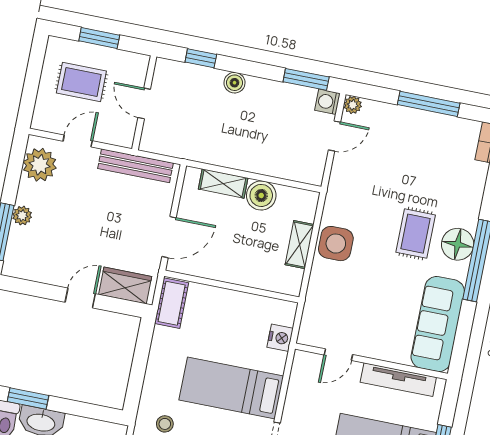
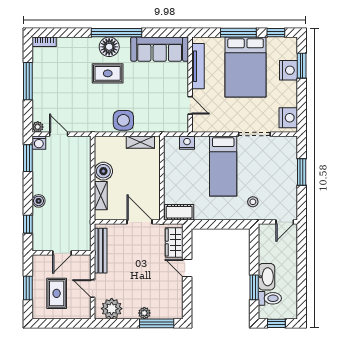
shelving: (300, 245) -> (140, 142), moved

